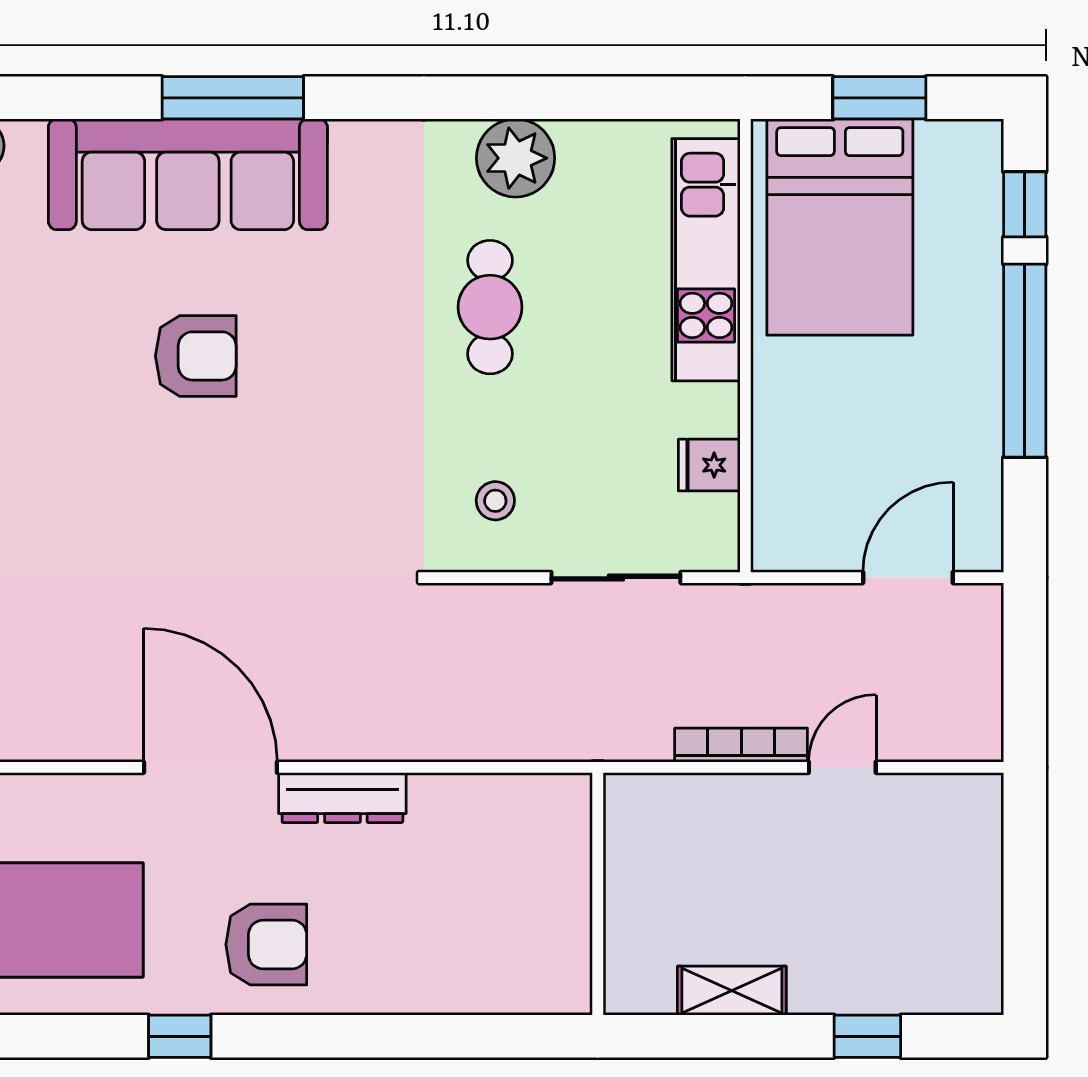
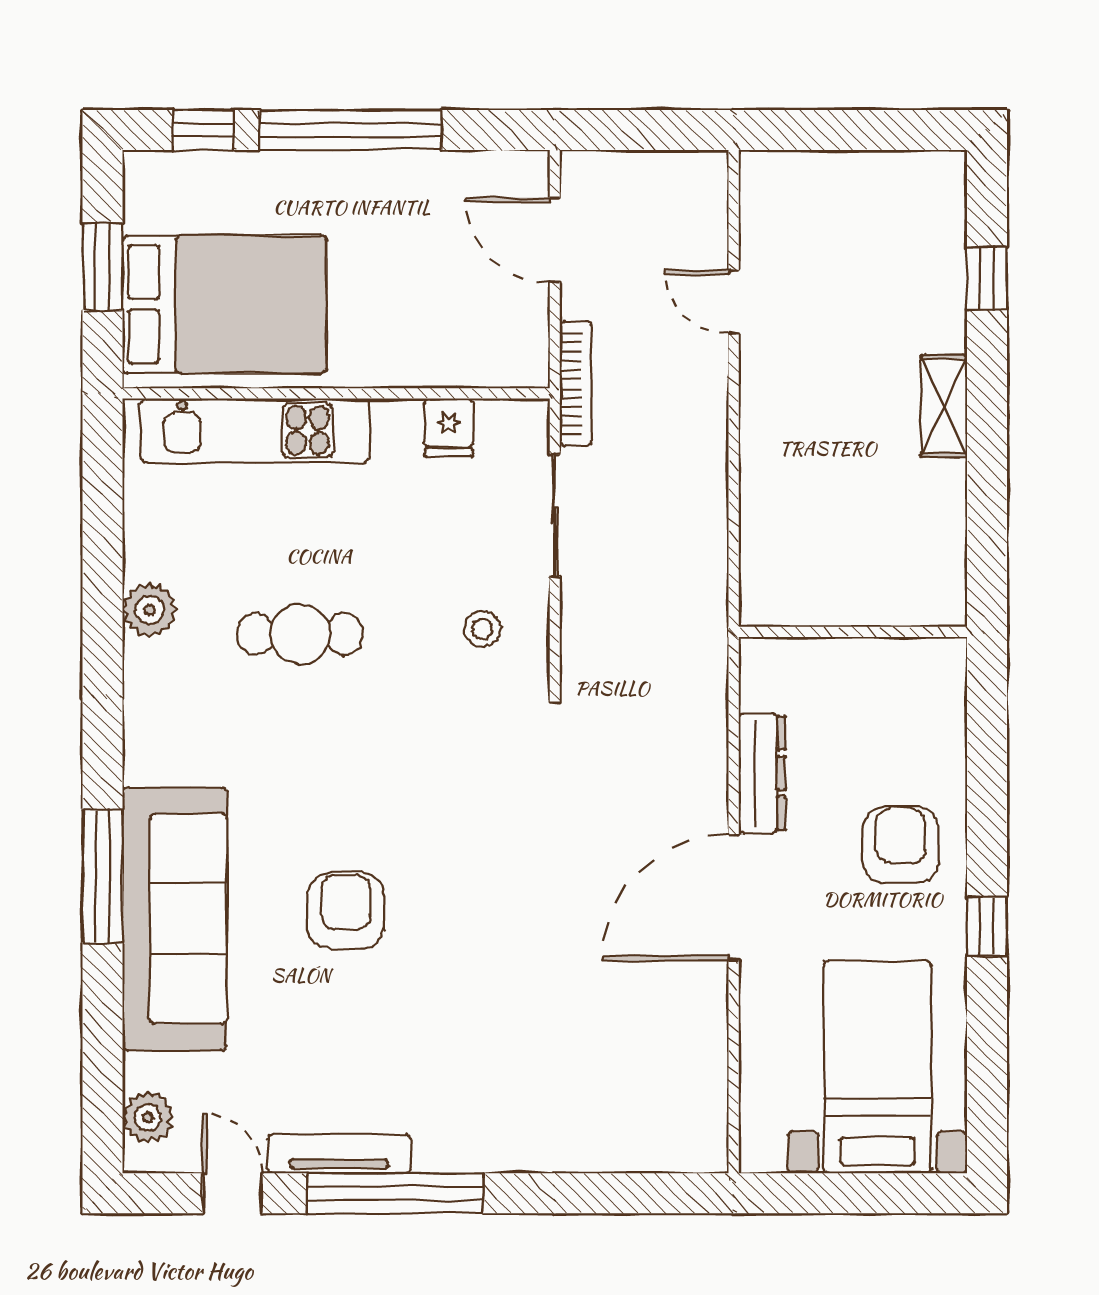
plant: (516, 158) -> (149, 610), width x0.73, depth x0.73
bookcase: (741, 745) -> (576, 384), moved, turned 180
wall: (598, 894) -> (853, 632), moved

